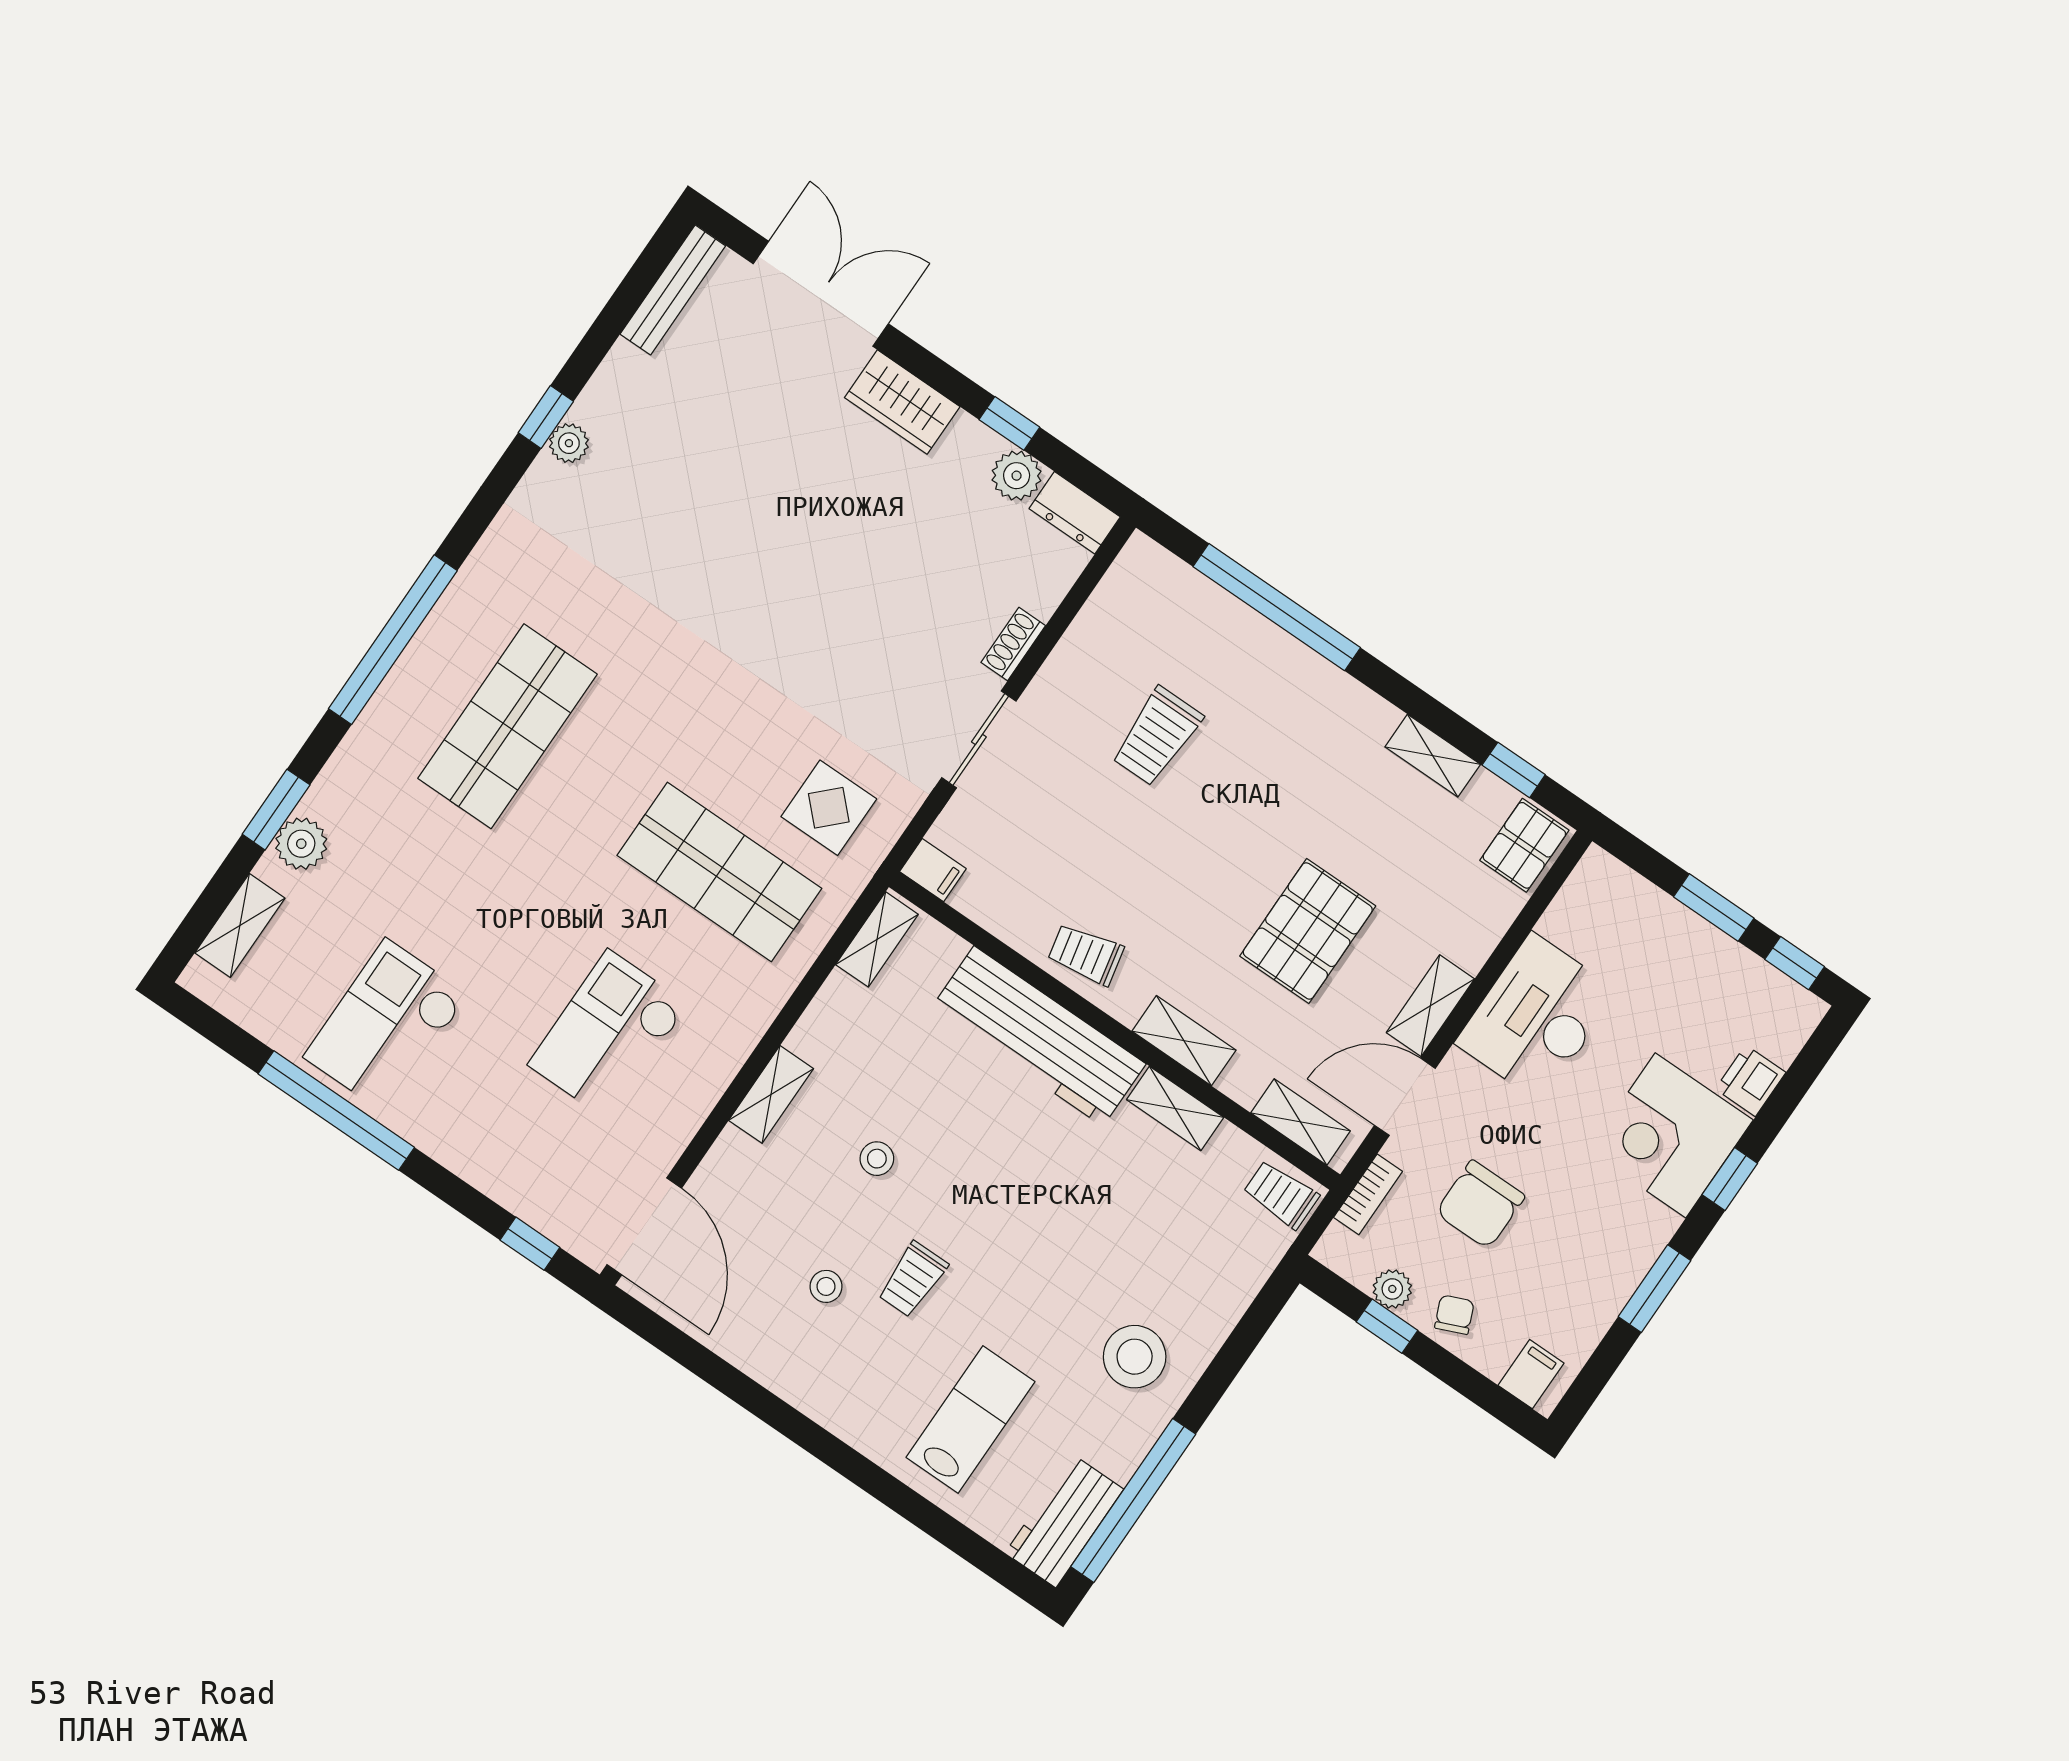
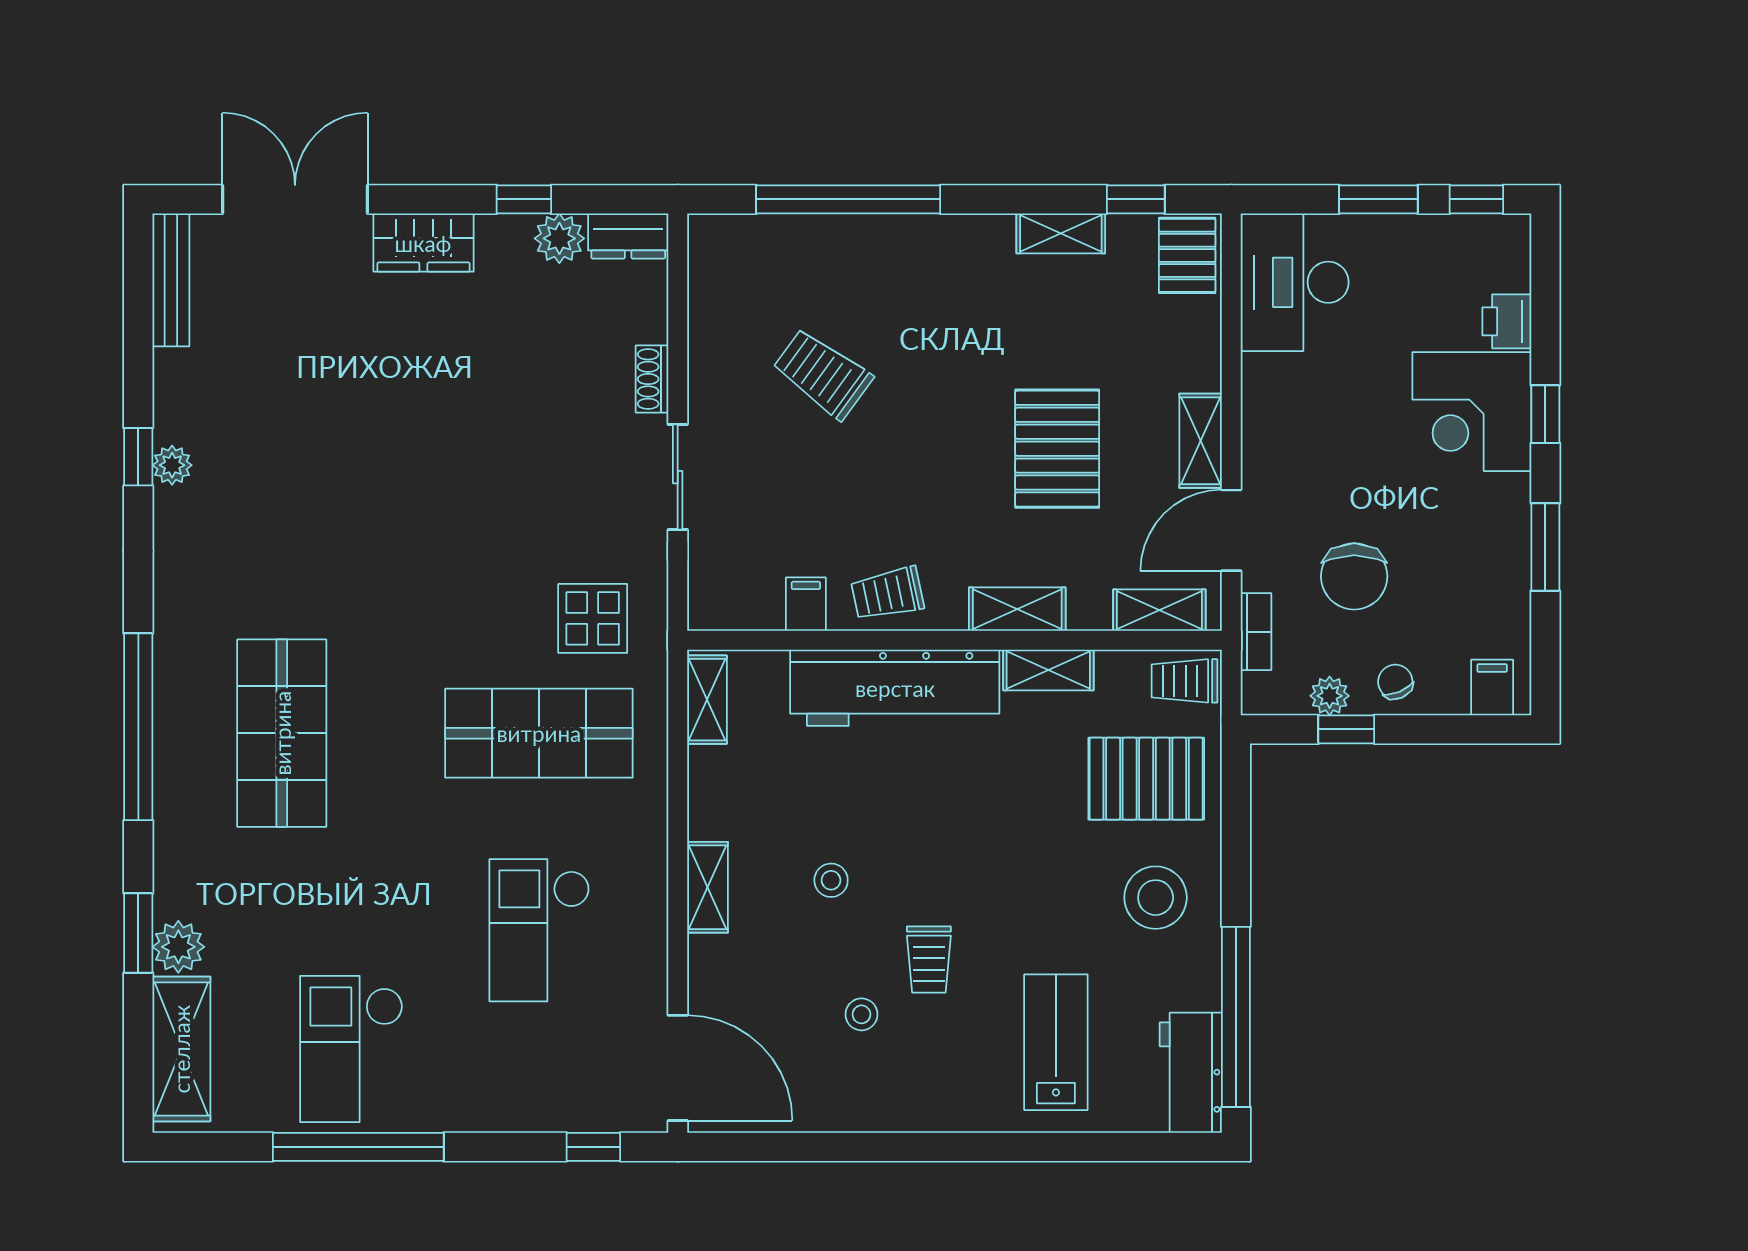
trolley: (1157, 736) -> (823, 374), turned 126
filing cabinet: (933, 870) -> (806, 604), moved, turned -90
shelving: (240, 925) -> (181, 1049), width x1.50, depth x1.33
desk: (1537, 1017) -> (1295, 282), moved
pallet: (1194, 1253) -> (1146, 779), added

